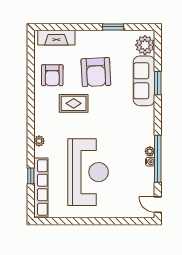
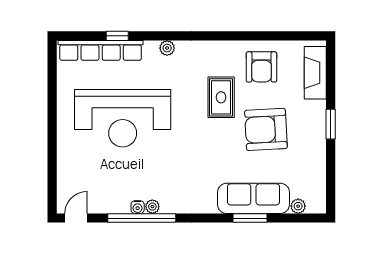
window: (113, 27) -> (331, 124), moved
plant: (145, 45) -> (298, 206), width x0.53, depth x0.53
armchair: (52, 75) -> (261, 67), turned -90

